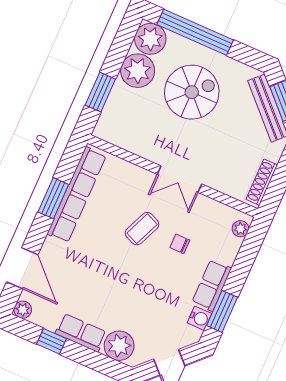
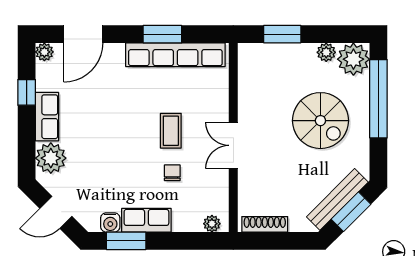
plant: (138, 71) -> (326, 52), width x0.53, depth x0.53
coffee table: (142, 229) -> (171, 131), turned 67

